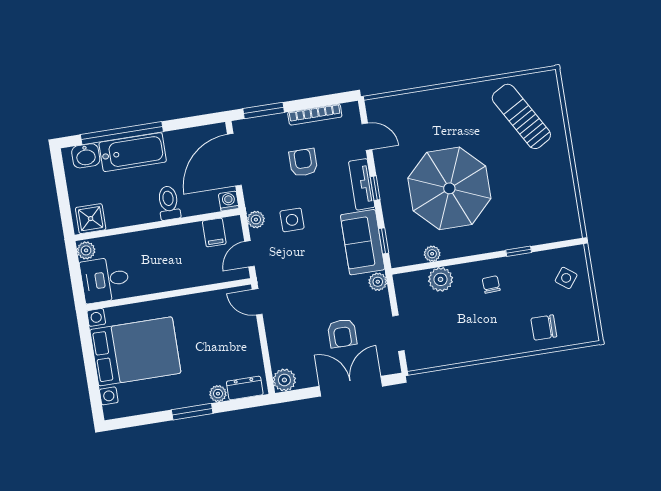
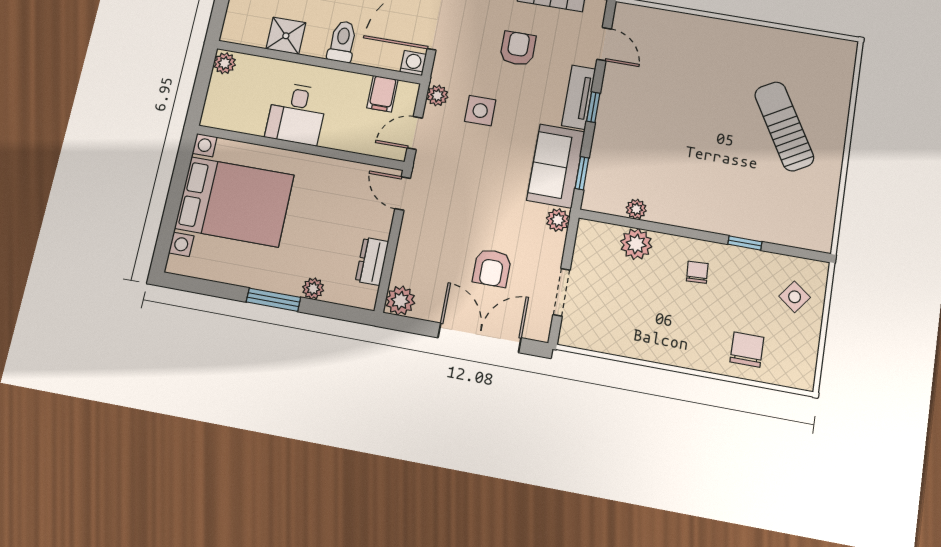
sun lounger: (521, 116) -> (784, 126), moved
parasol: (449, 188) -> (683, 138), removed
shower: (91, 219) -> (286, 36), moved
desk: (105, 280) -> (297, 114), moved, turned -90
chair: (544, 328) -> (747, 350), turned 90
dresser: (245, 388) -> (372, 261), moved, turned -90

